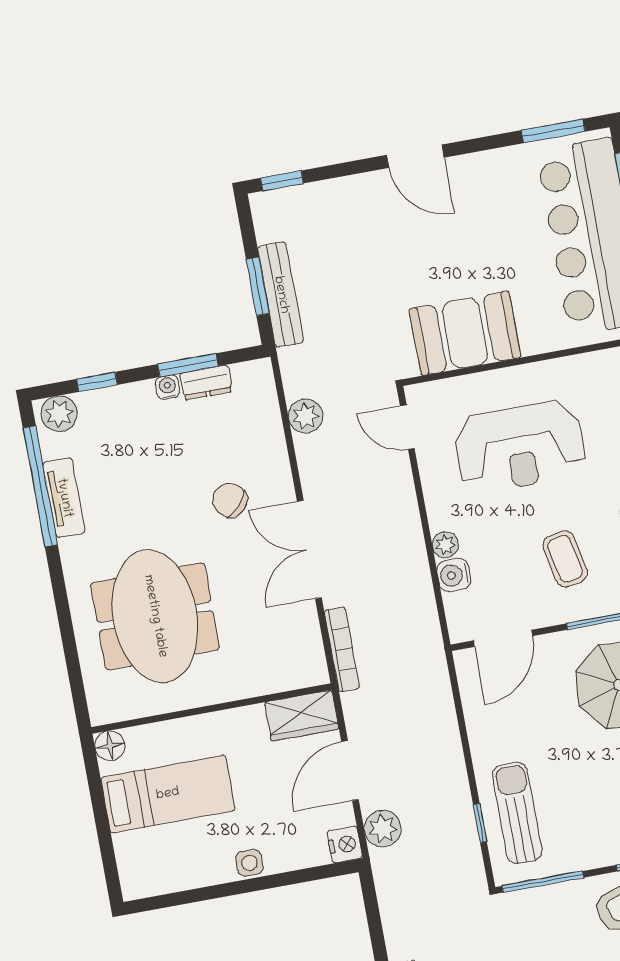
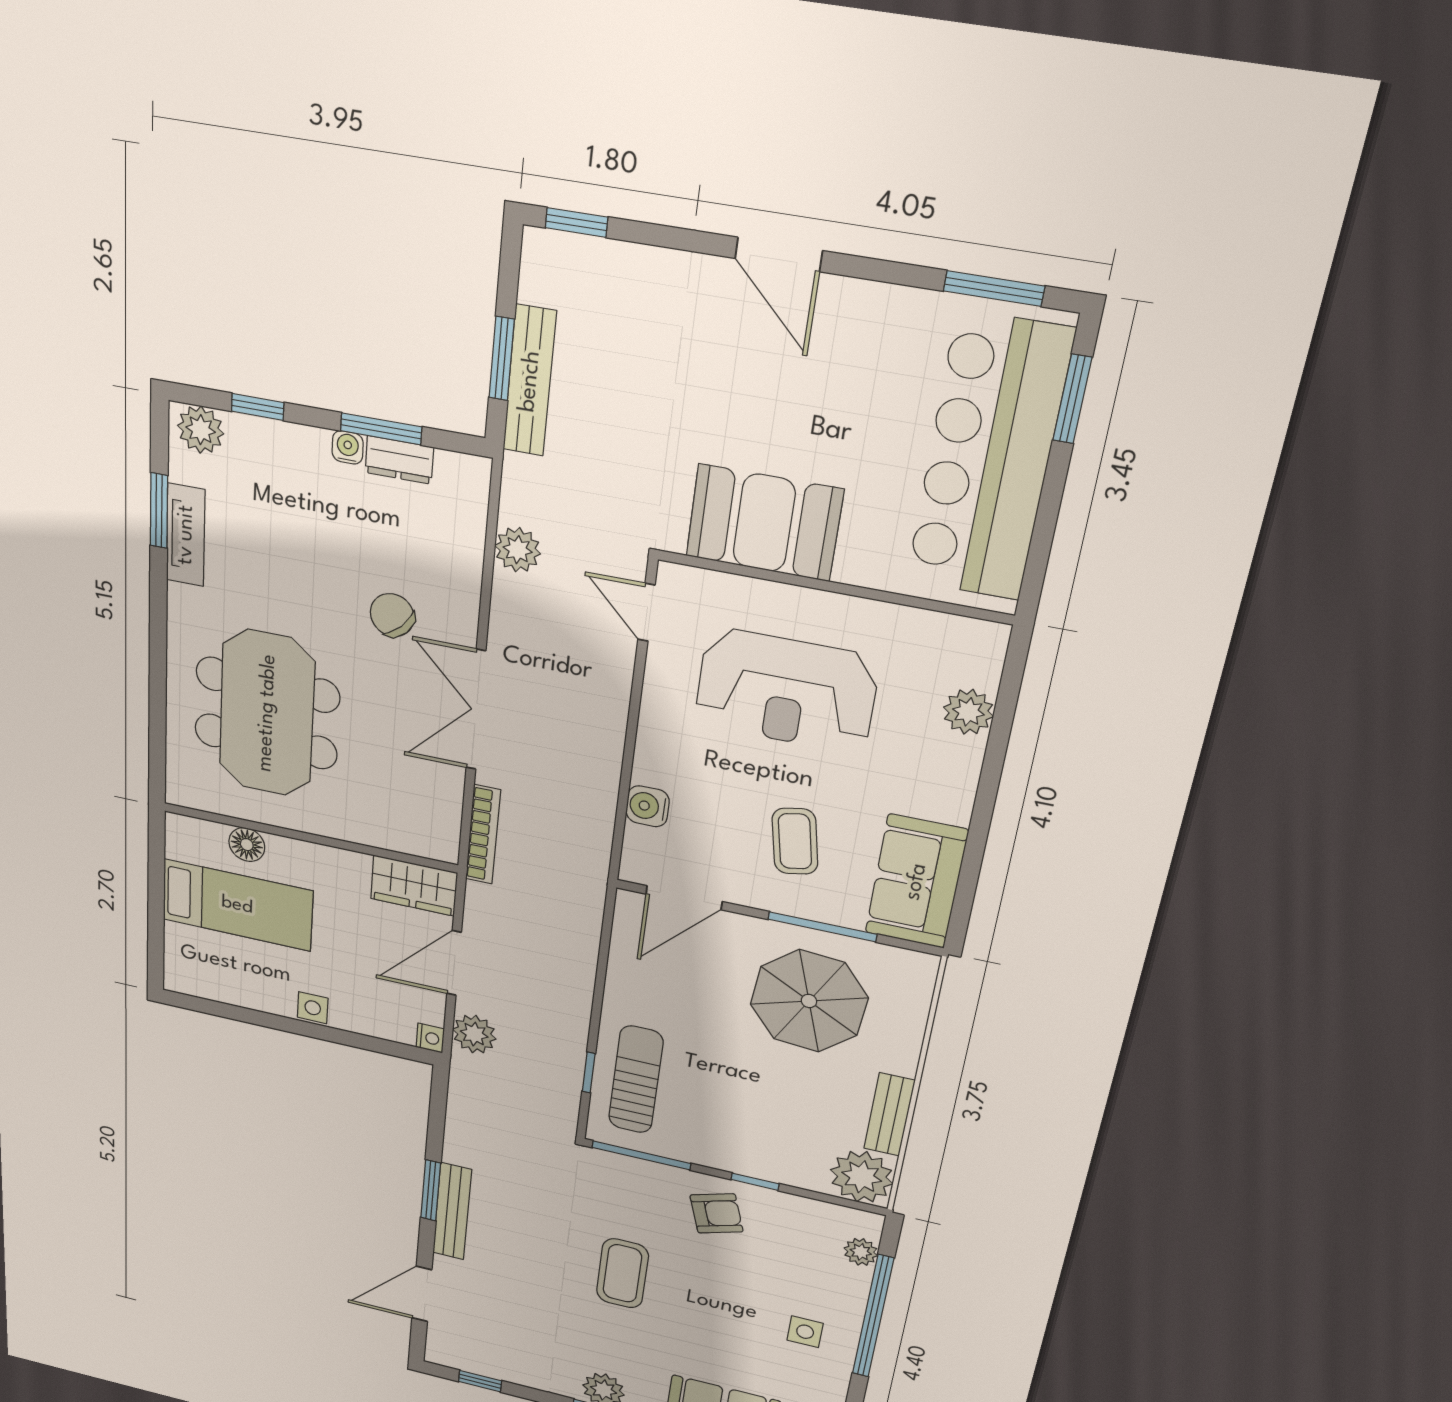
window: (40, 486) -> (159, 511), width x0.47
plant: (445, 545) -> (649, 768), removed
floor lamp: (110, 746) -> (247, 845), moved
nightstand: (345, 844) -> (430, 1038), width x0.72, depth x0.74

